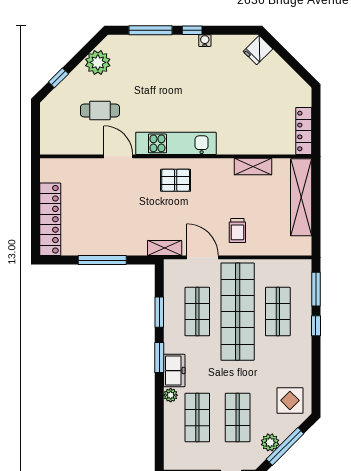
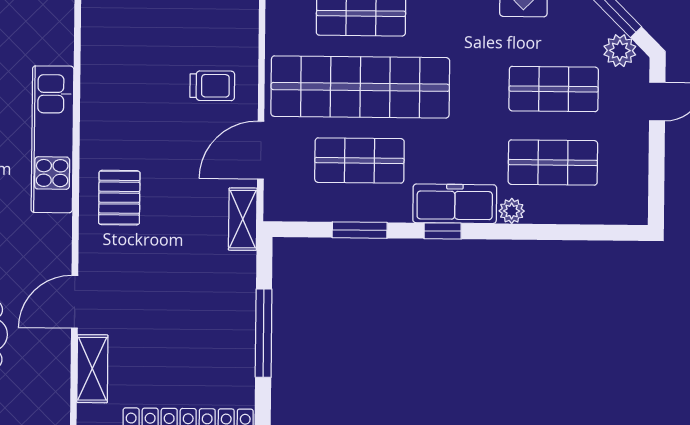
kitchen unit: (176, 143) -> (52, 139), moved
shelving: (253, 167) -> (92, 369), moved
window: (159, 358) -> (443, 231), width x0.67
freezer: (174, 371) -> (455, 204), width x1.40
plant: (270, 442) -> (620, 51), moved

